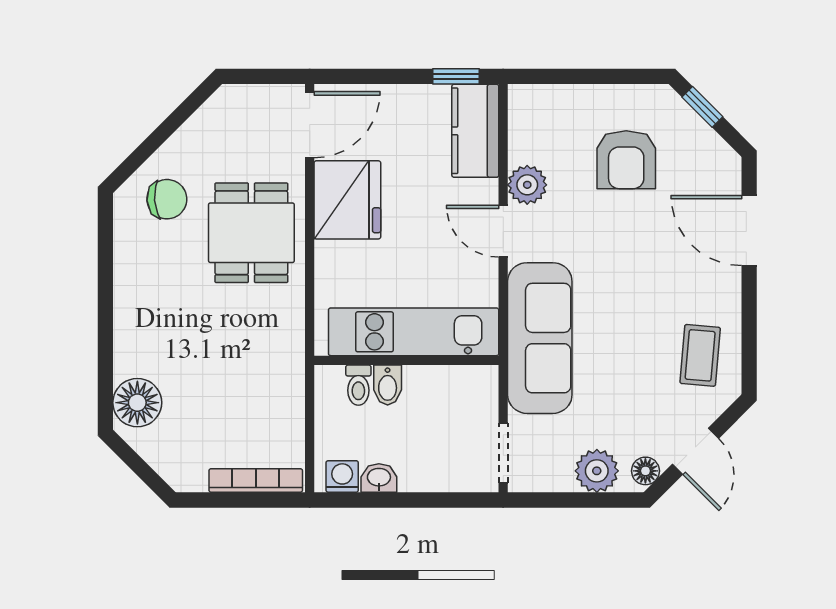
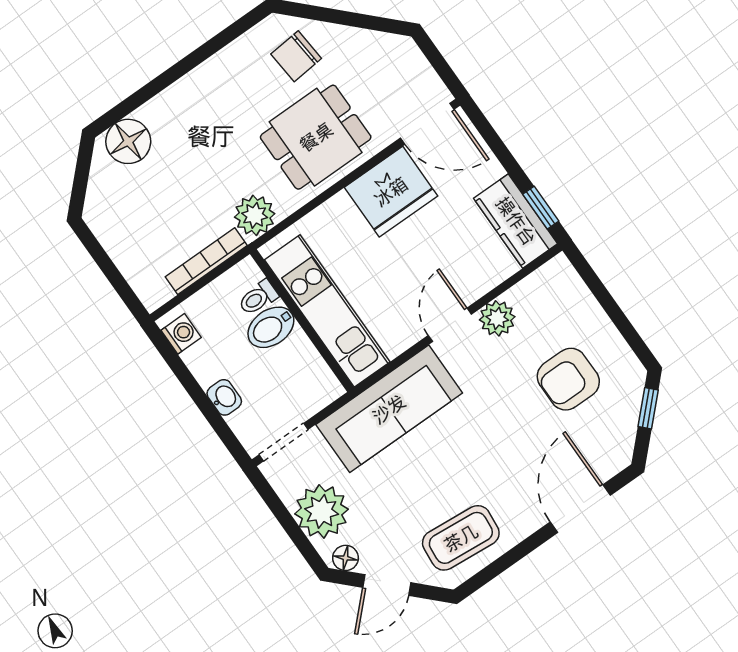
kitchen counter: (475, 131) -> (516, 221), moved, turned -90
chair: (167, 199) -> (296, 56), turned 89
plant: (283, 336) -> (255, 215), added
coffee table: (700, 355) -> (461, 538), width x1.36, depth x1.30
bidet: (388, 385) -> (271, 327), width x1.38, depth x1.36
plant: (597, 471) -> (322, 511), width x1.36, depth x1.36
washbasin: (379, 478) -> (224, 397), moved
bookcase: (256, 480) -> (206, 261), moved, turned -90

